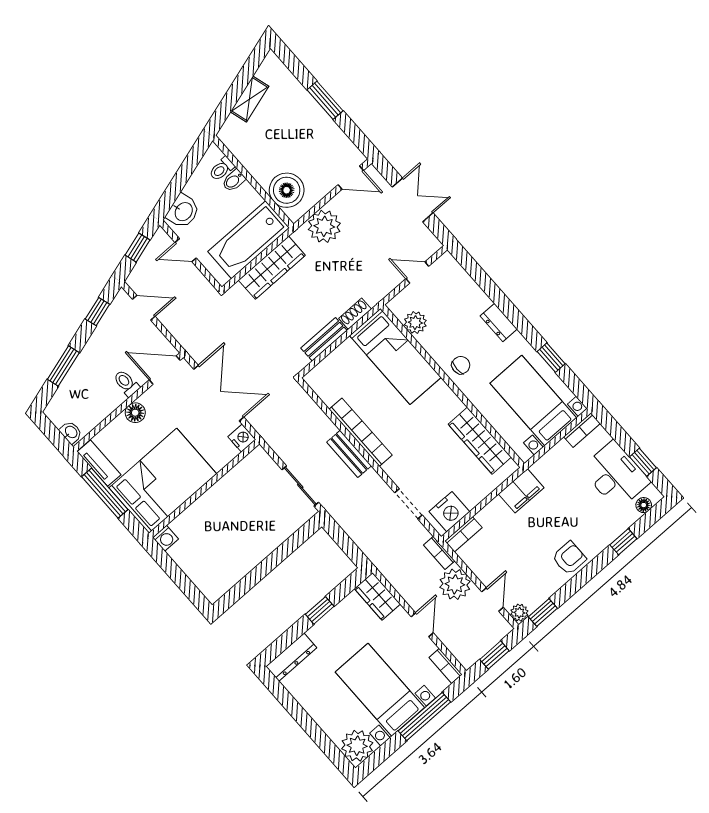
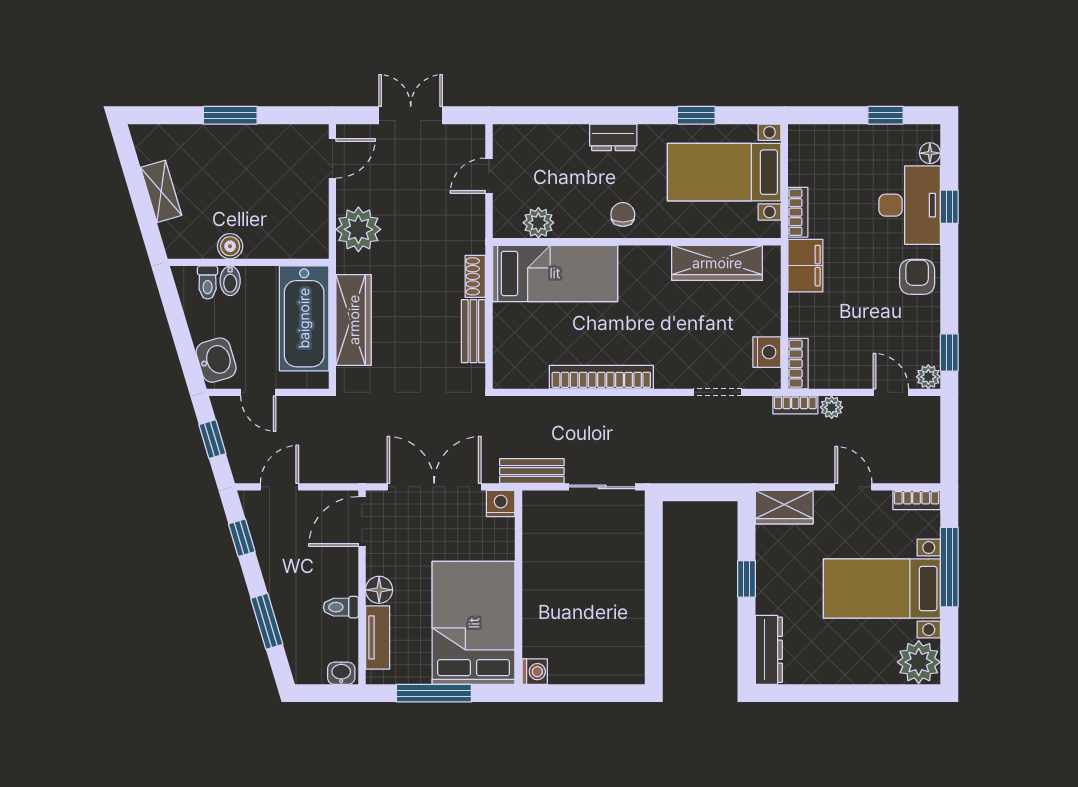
boiler: (287, 190) -> (230, 246), moved, width x0.54, depth x0.54
door: (186, 250) -> (258, 392), hinge flipped
toilet: (126, 383) -> (341, 607), moved
bookcase: (582, 430) -> (798, 212), moved
bench: (349, 454) -> (532, 471), moved
tv unit: (99, 463) -> (378, 637), moved, turned 90
desk: (616, 475) -> (910, 205), moved, turned 90
nightstand: (449, 512) -> (767, 352), width x0.74, depth x0.75
plant: (455, 584) -> (832, 407), width x0.53, depth x0.53
window: (494, 655) -> (949, 440), removed

